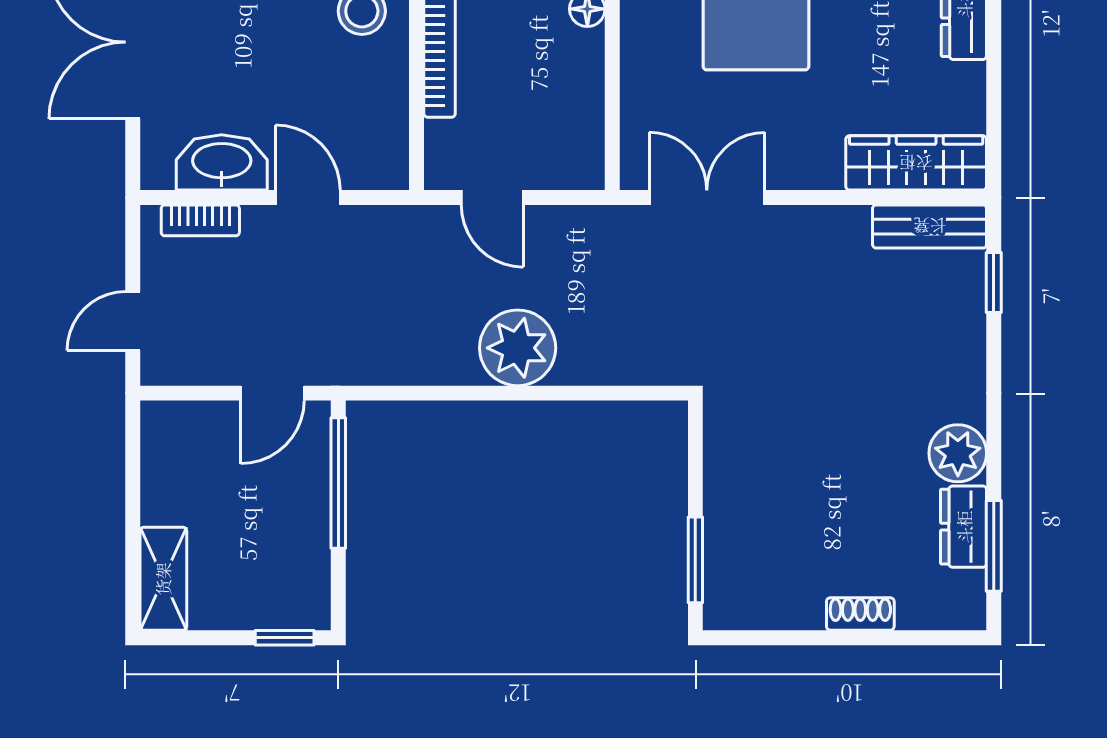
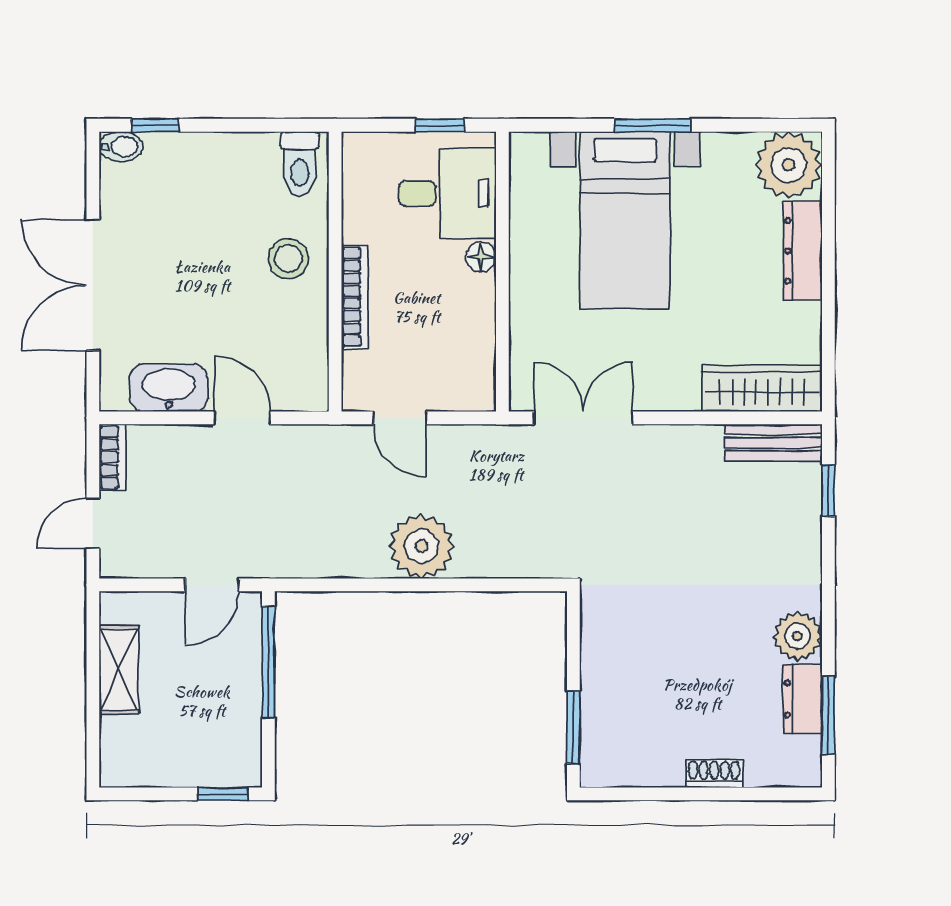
bookcase: (200, 220) -> (112, 457), moved, turned -90
shelving: (163, 579) -> (119, 669), moved

